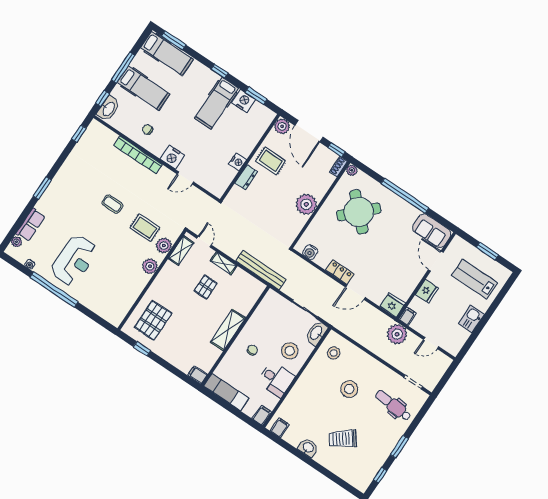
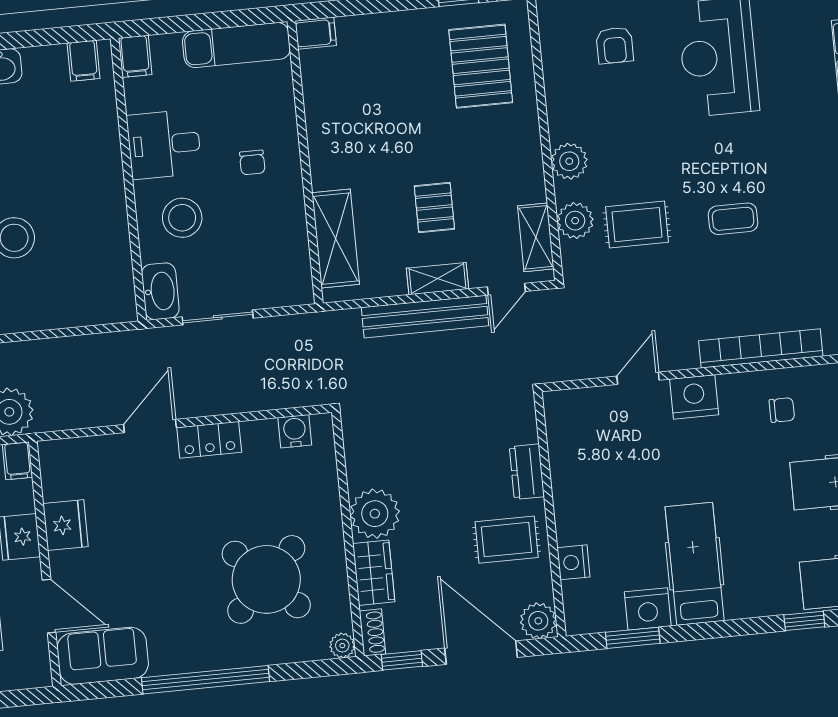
window: (219, 71) -> (804, 621), moved
nightstand: (238, 162) -> (573, 562), moved
wardrobe: (322, 186) -> (374, 573), added
door: (204, 242) -> (506, 289), hinge flipped
bench: (261, 270) -> (425, 317), moved
armchair: (104, 291) -> (615, 45), added
fridge: (392, 305) -> (66, 525), moved, turned -90
shelving: (228, 330) -> (336, 239), moved
stool: (334, 353) -> (98, 281), removed

